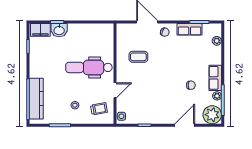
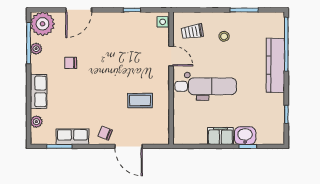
filing cabinet: (40, 30) -> (220, 136), moved
row of seats: (215, 78) -> (39, 91), moved
door: (115, 90) -> (171, 56), swing flipped
kitchen counter: (36, 99) -> (275, 65), moved

